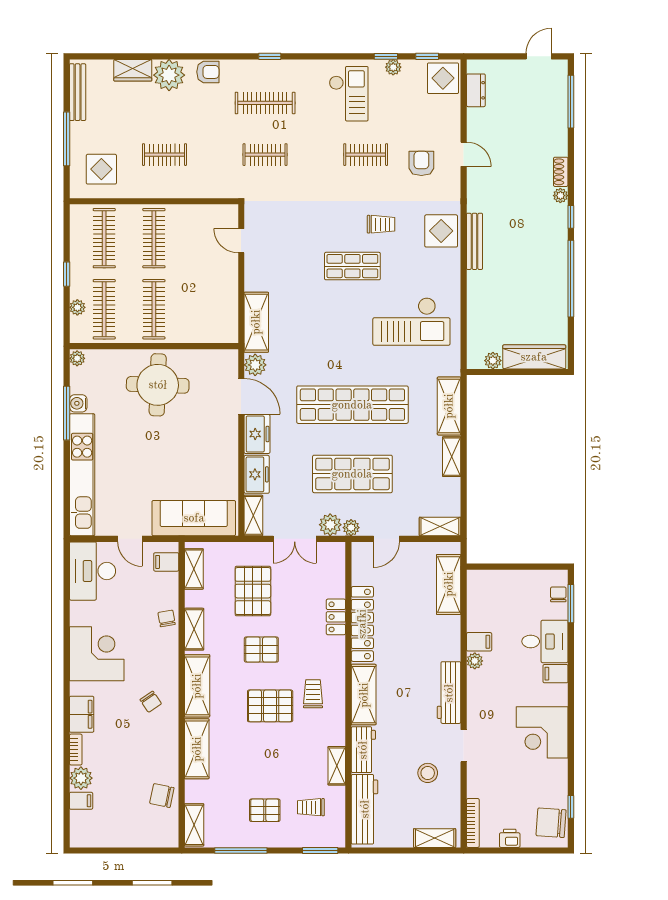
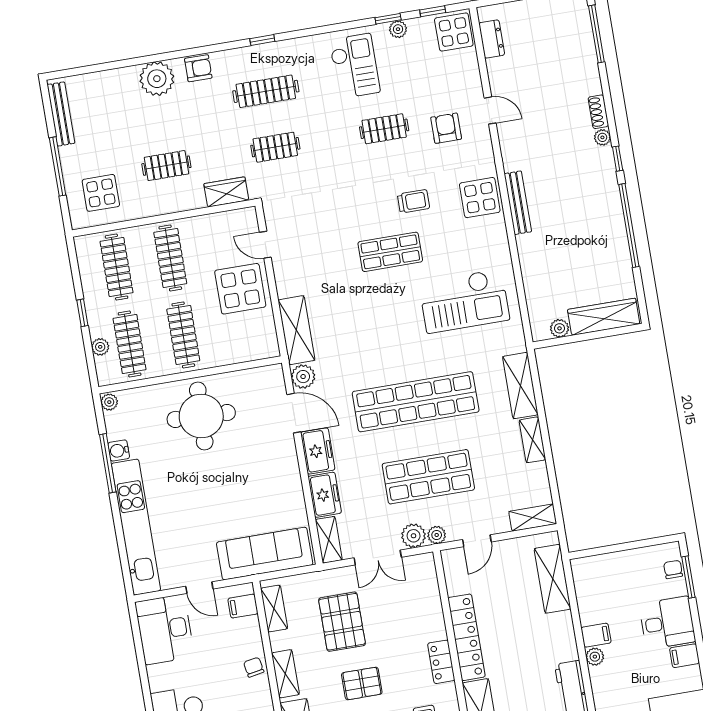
wardrobe: (133, 70) -> (226, 192), moved, turned 180
display table: (212, 276) -> (240, 289), added
locker: (336, 617) -> (441, 662), moved

